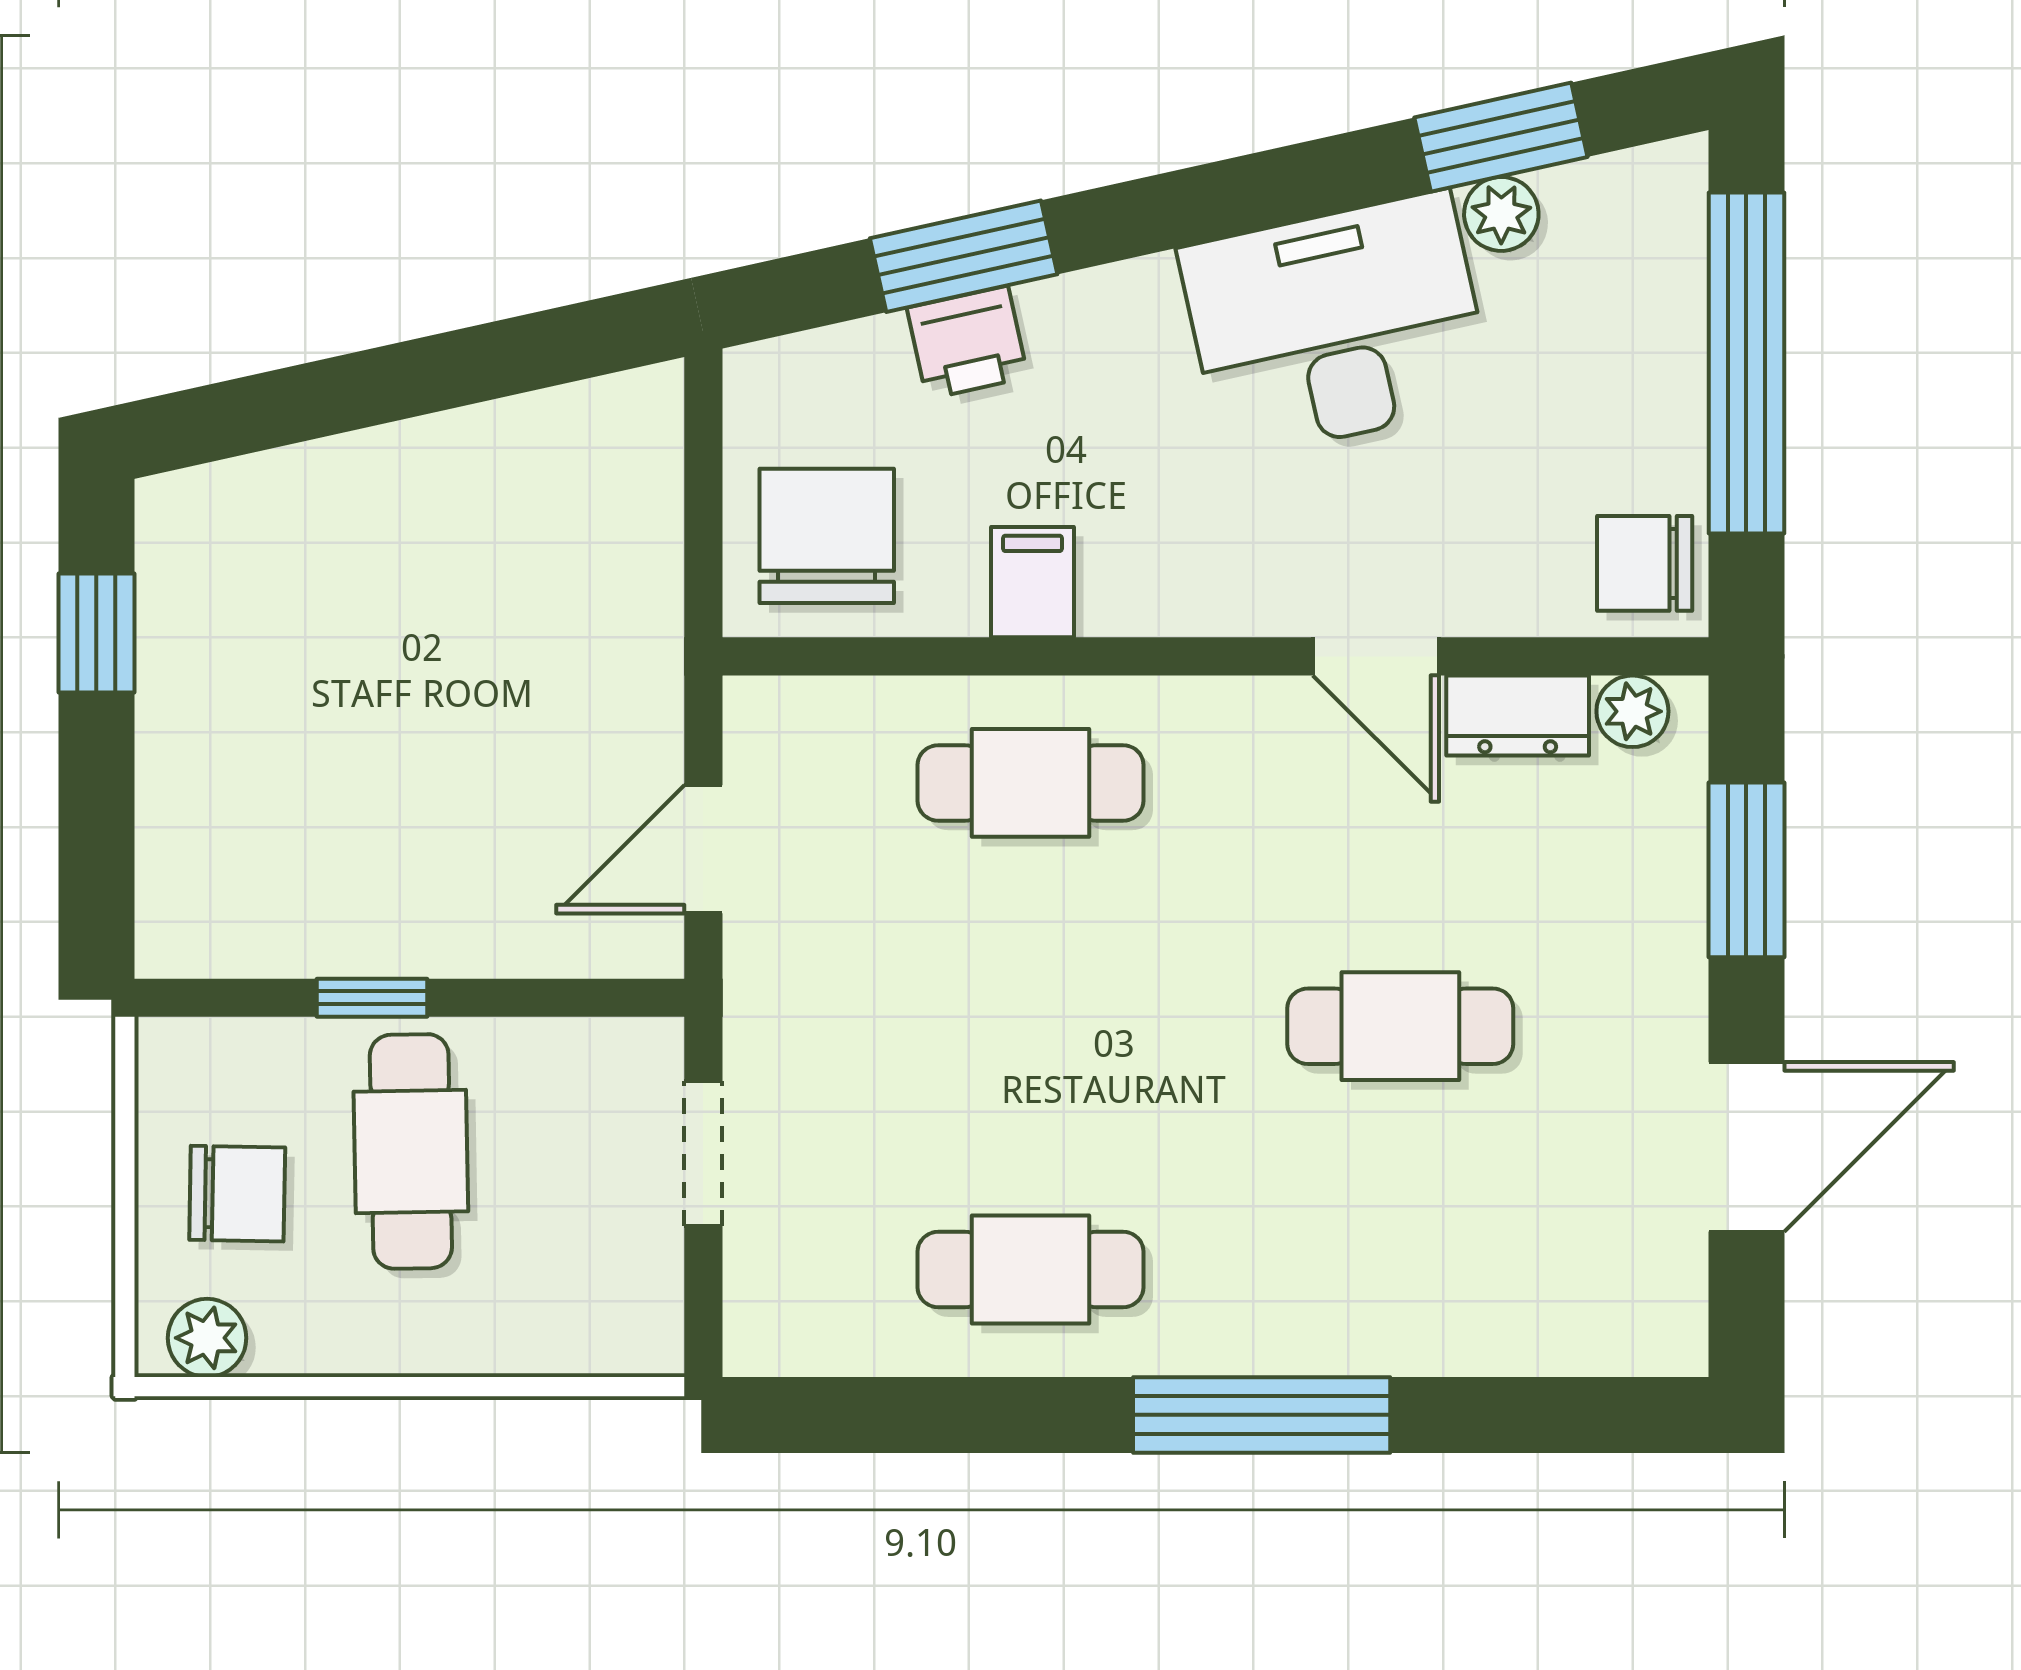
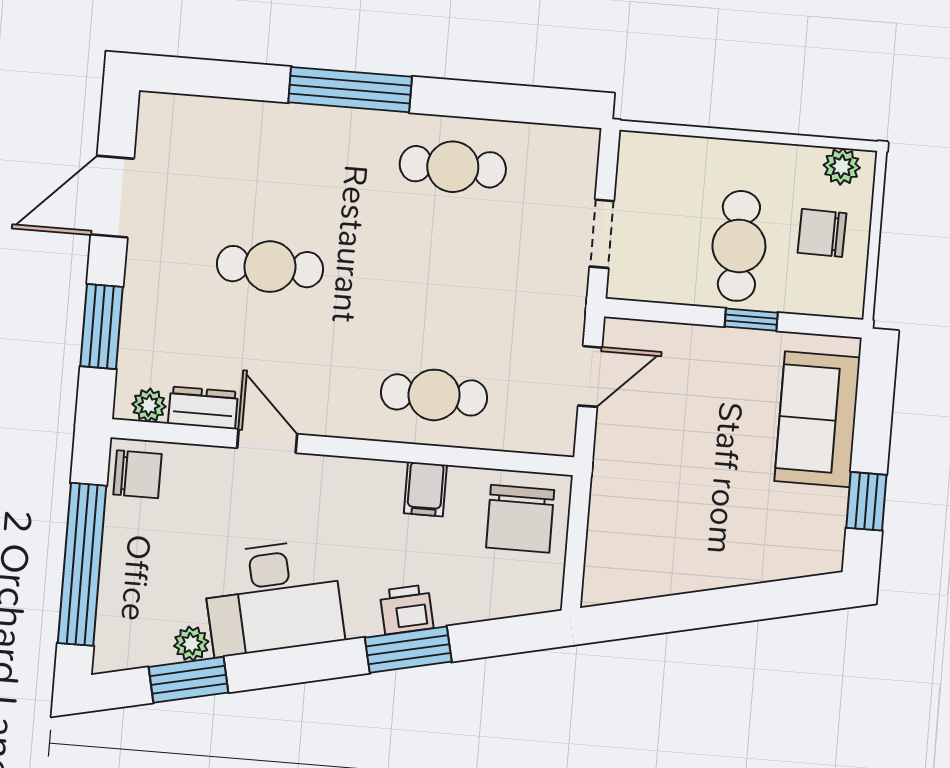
window: (964, 256) -> (408, 650), moved
printer: (967, 343) -> (407, 609), moved
sofa: (215, 798) -> (817, 419), added

